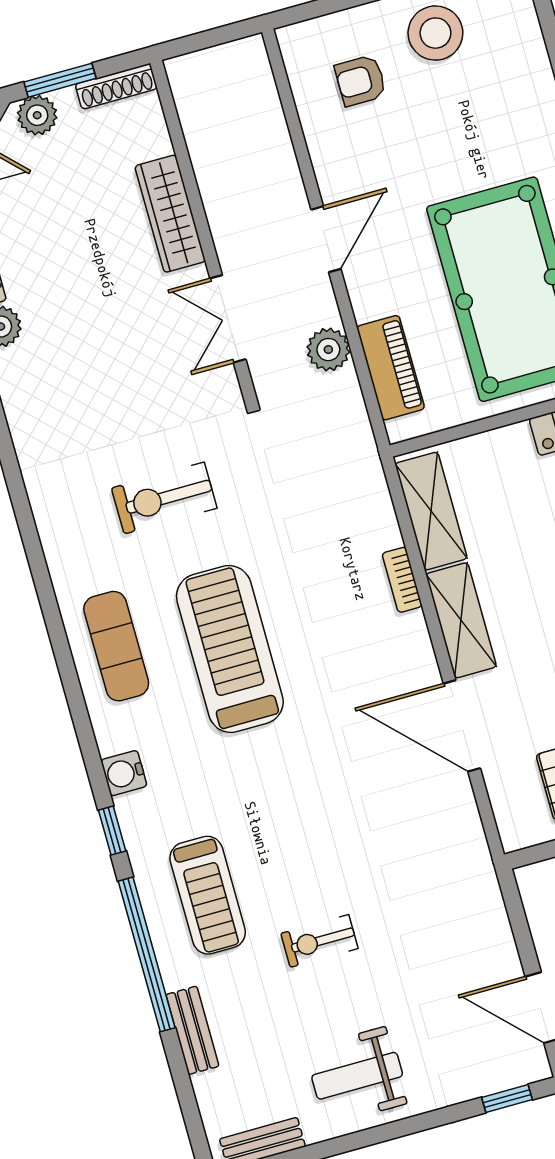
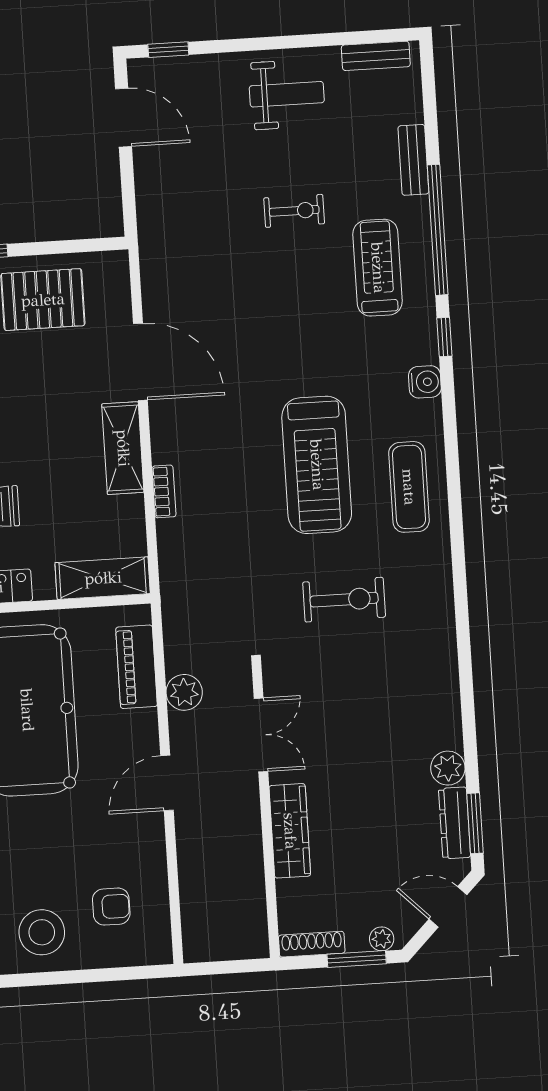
plant: (37, 115) -> (382, 939), width x0.73, depth x0.73
shelving: (431, 511) -> (103, 578), moved, turned 90

